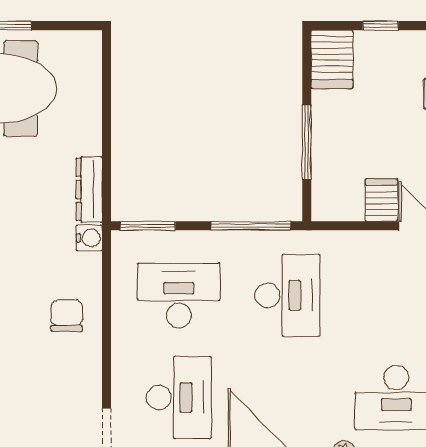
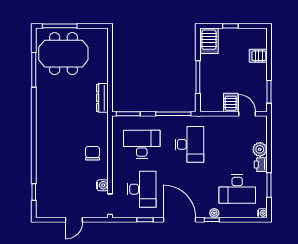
water cooler: (89, 238) -> (102, 185), moved

